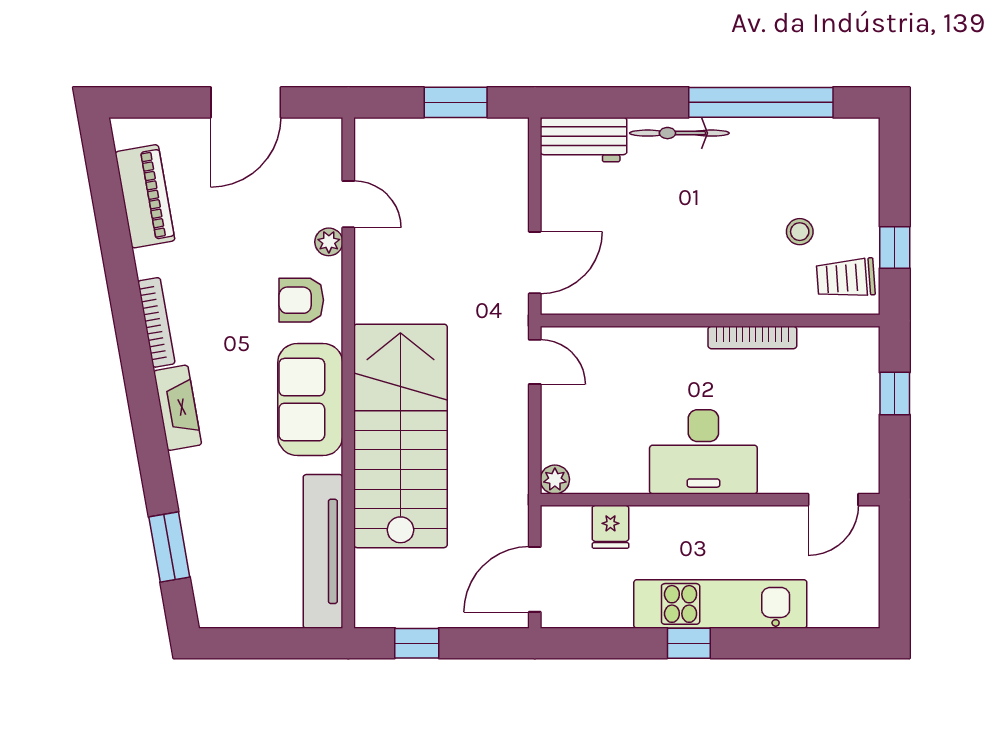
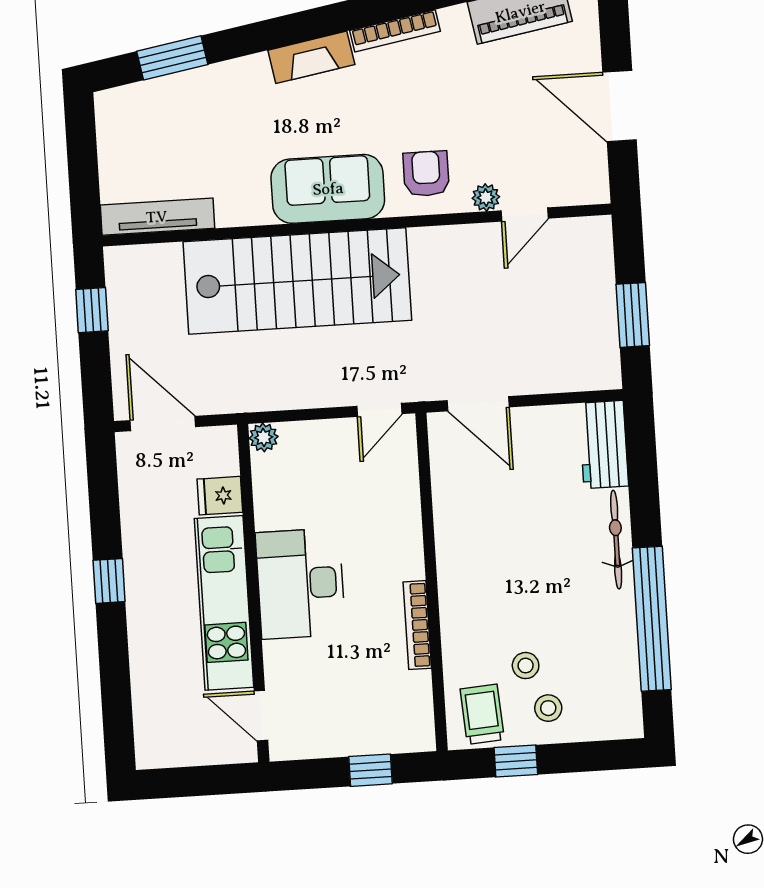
stool: (844, 212) -> (548, 708), added
tv unit: (323, 551) -> (157, 217), width x0.73, depth x0.78
kitchen unit: (720, 604) -> (224, 603), moved, turned 180

